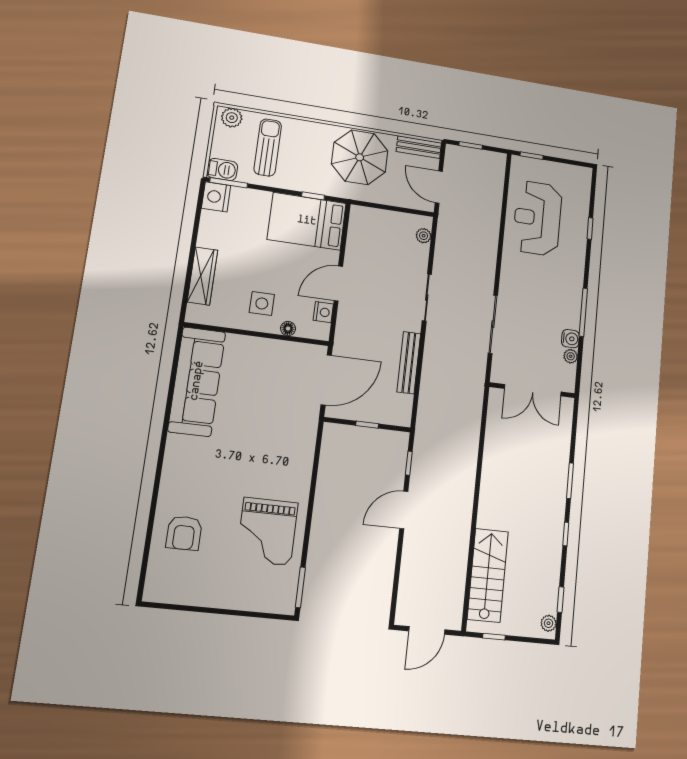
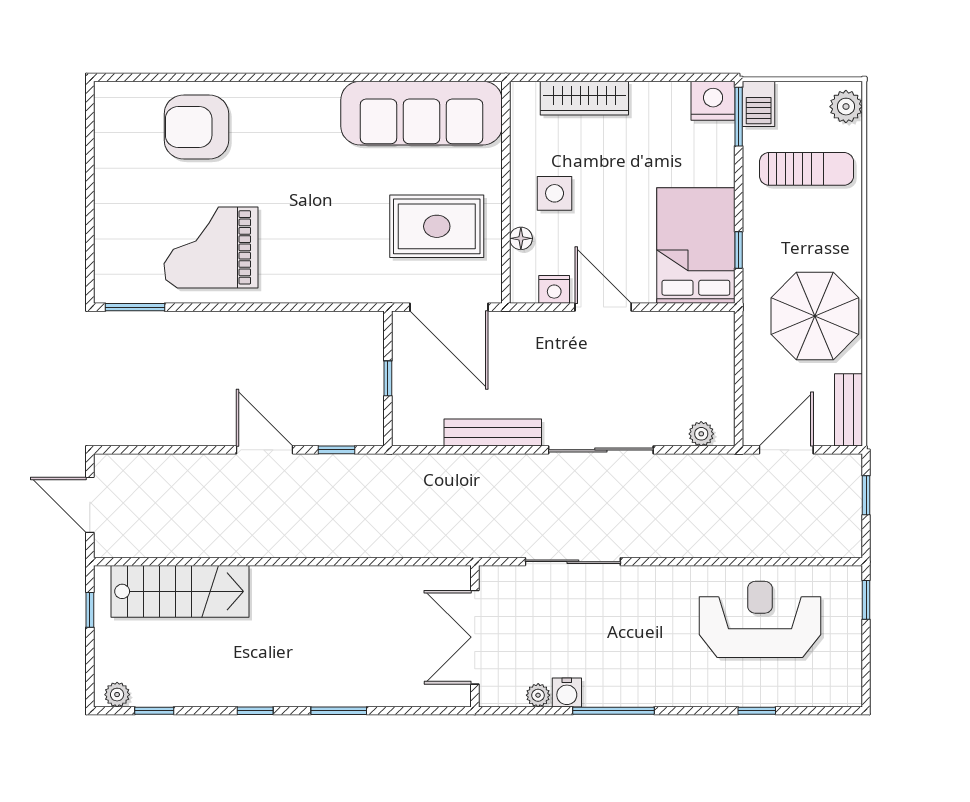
sliding door: (427, 298) -> (601, 450), width x1.37
rug: (273, 381) -> (437, 226), added
armchair: (184, 533) -> (196, 127), width x1.36, depth x1.36

